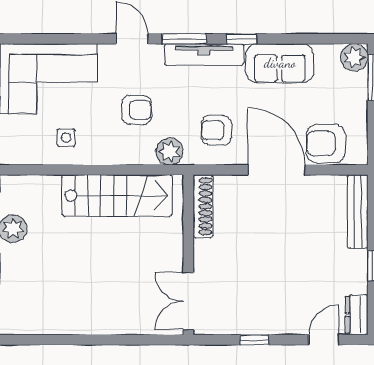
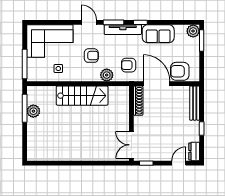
shoe rack: (203, 206) -> (138, 101), moved
wall: (188, 255) -> (131, 123), moved
double door: (188, 301) -> (131, 145), moved

